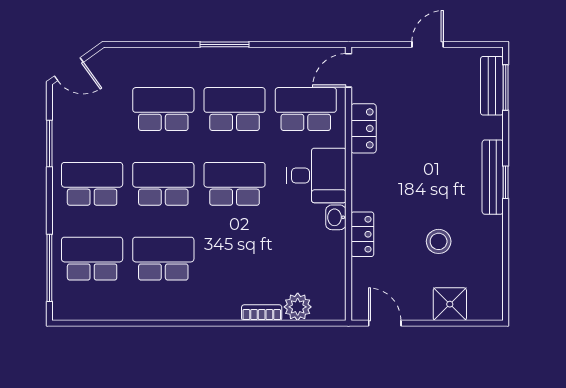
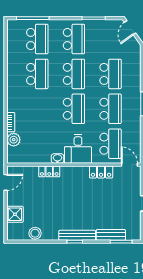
bench: (492, 86) -> (111, 235), moved
stool: (439, 241) -> (35, 233), moved

